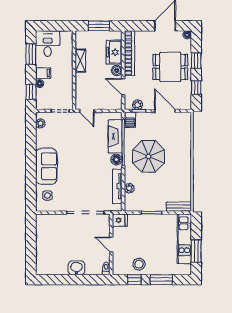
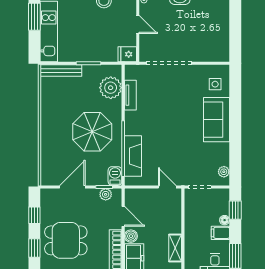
door: (165, 111) -> (72, 187), swing flipped
floor lamp: (116, 160) -> (131, 128), removed
tv unit: (117, 186) -> (130, 95), width x0.71
plant: (129, 188) -> (111, 88), width x1.87, depth x1.87
bench: (179, 207) -> (61, 71), width x1.36

